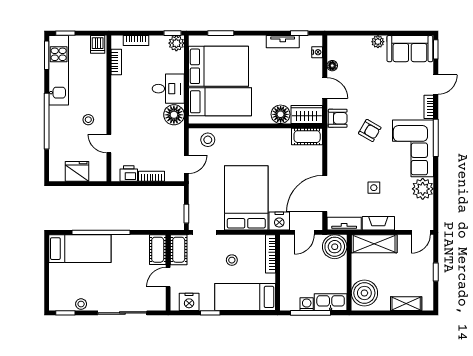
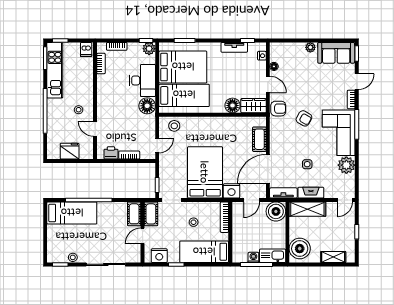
desk: (168, 89) -> (143, 80), width x1.37
cot: (307, 137) -> (259, 139), moved, turned 90

